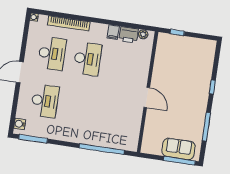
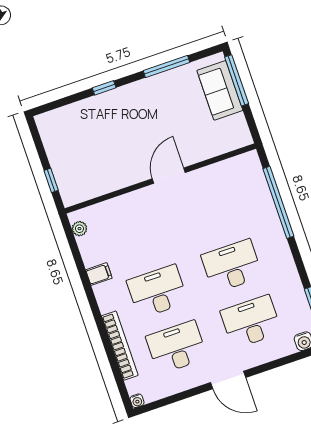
printer: (129, 35) -> (91, 249), removed
desk: (80, 106) -> (232, 266), added

